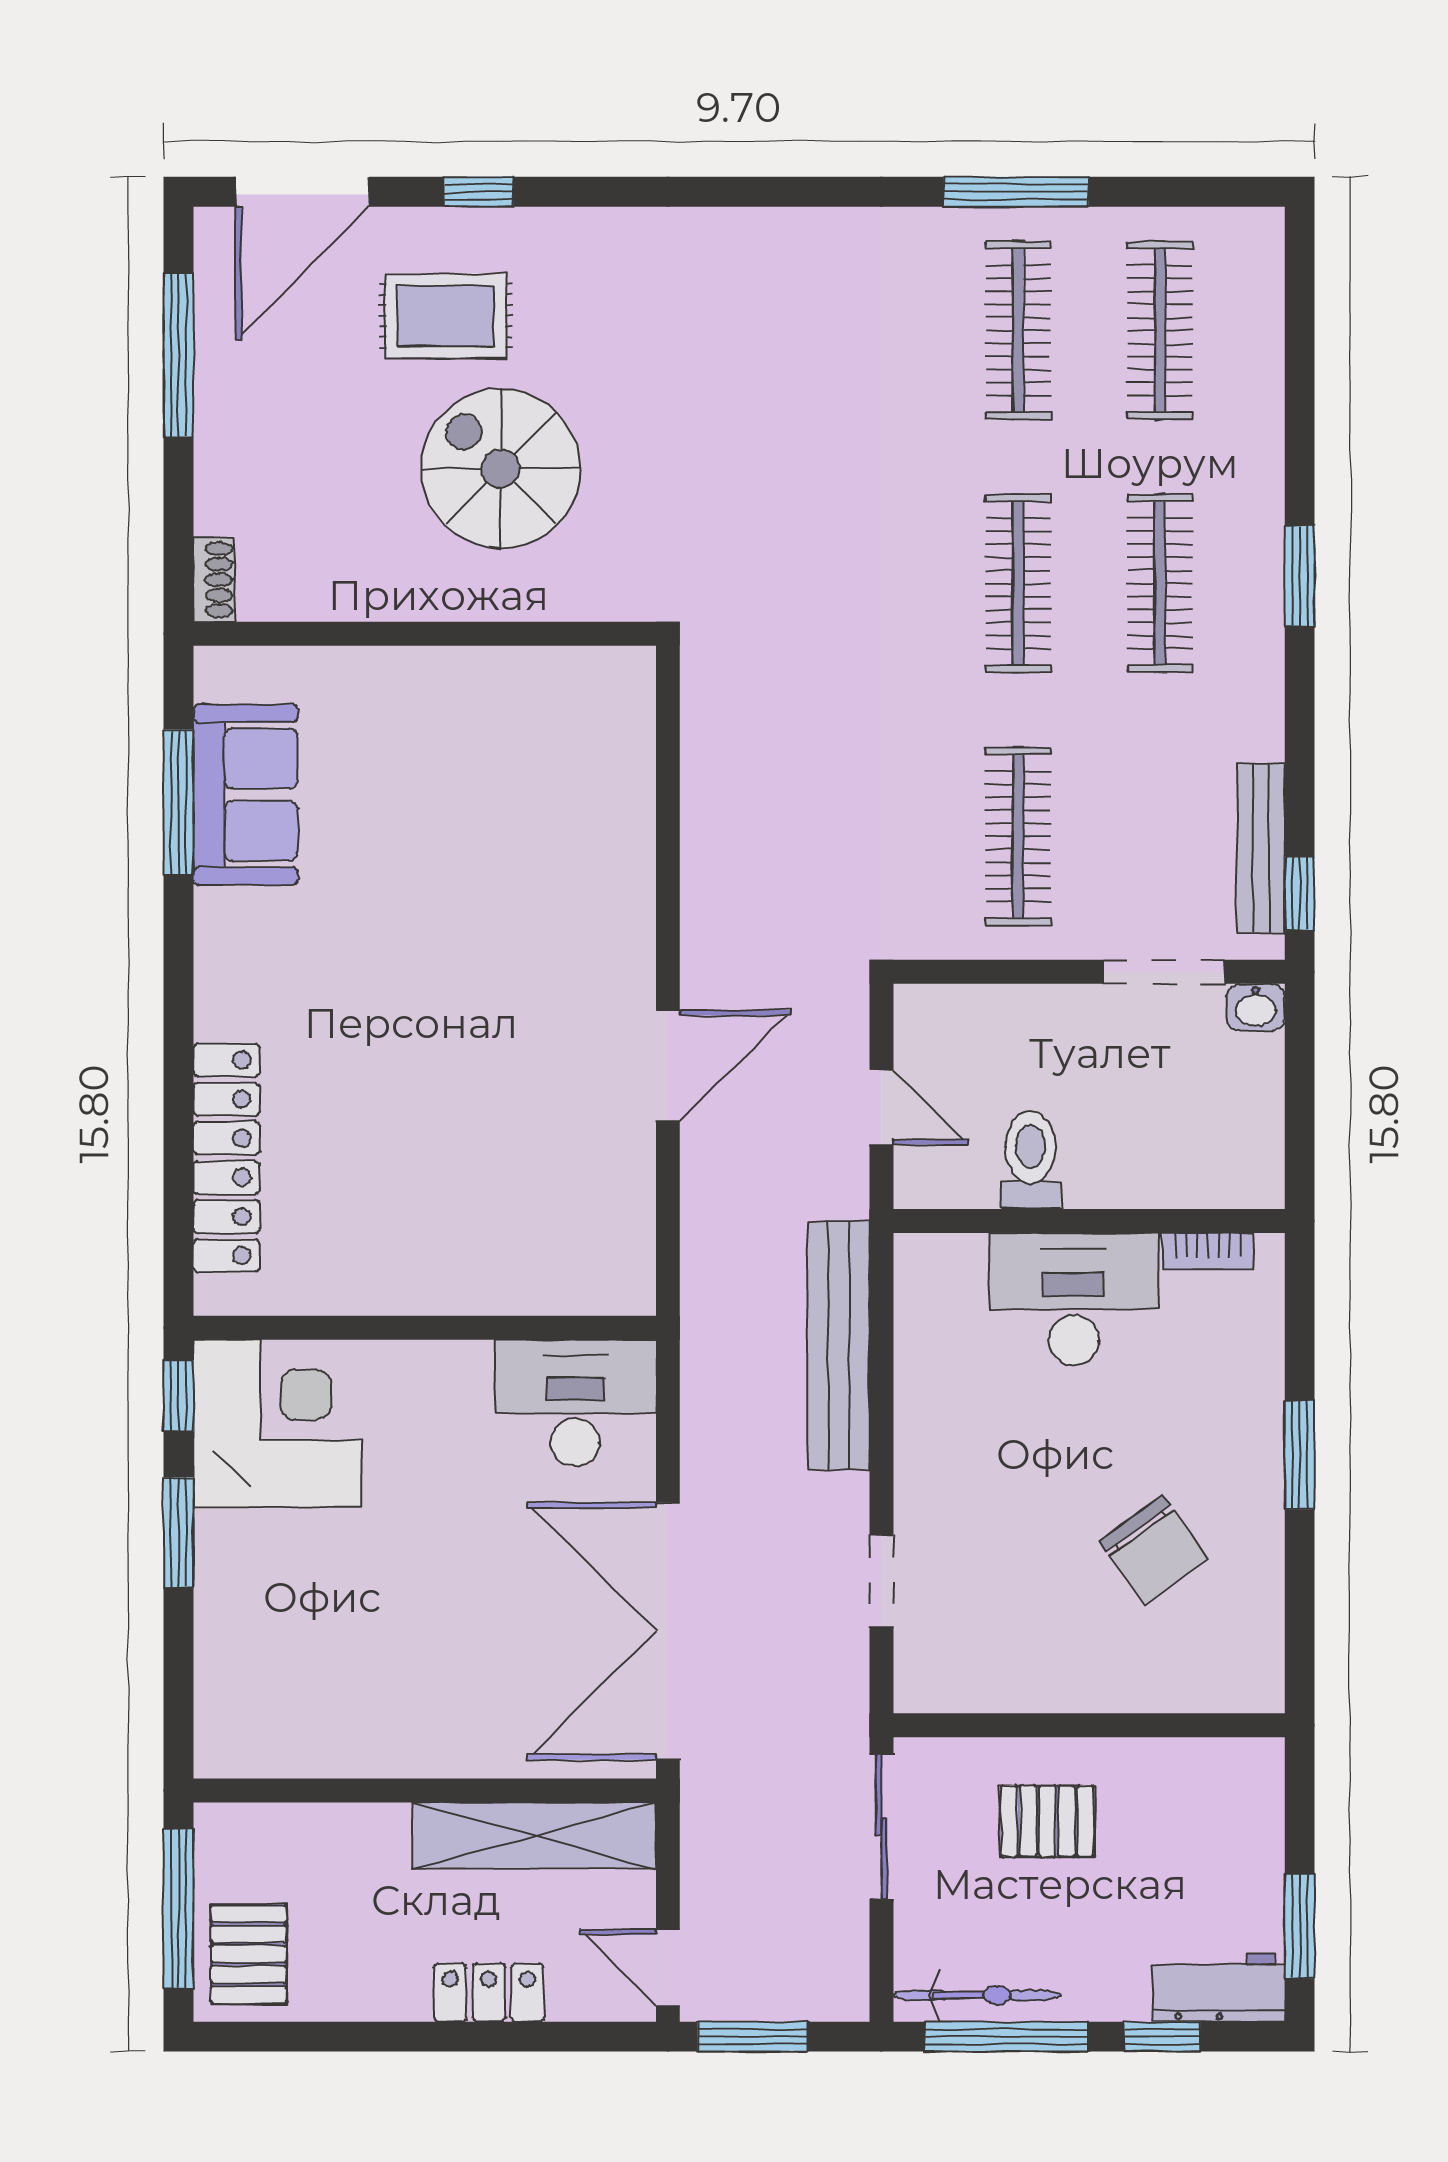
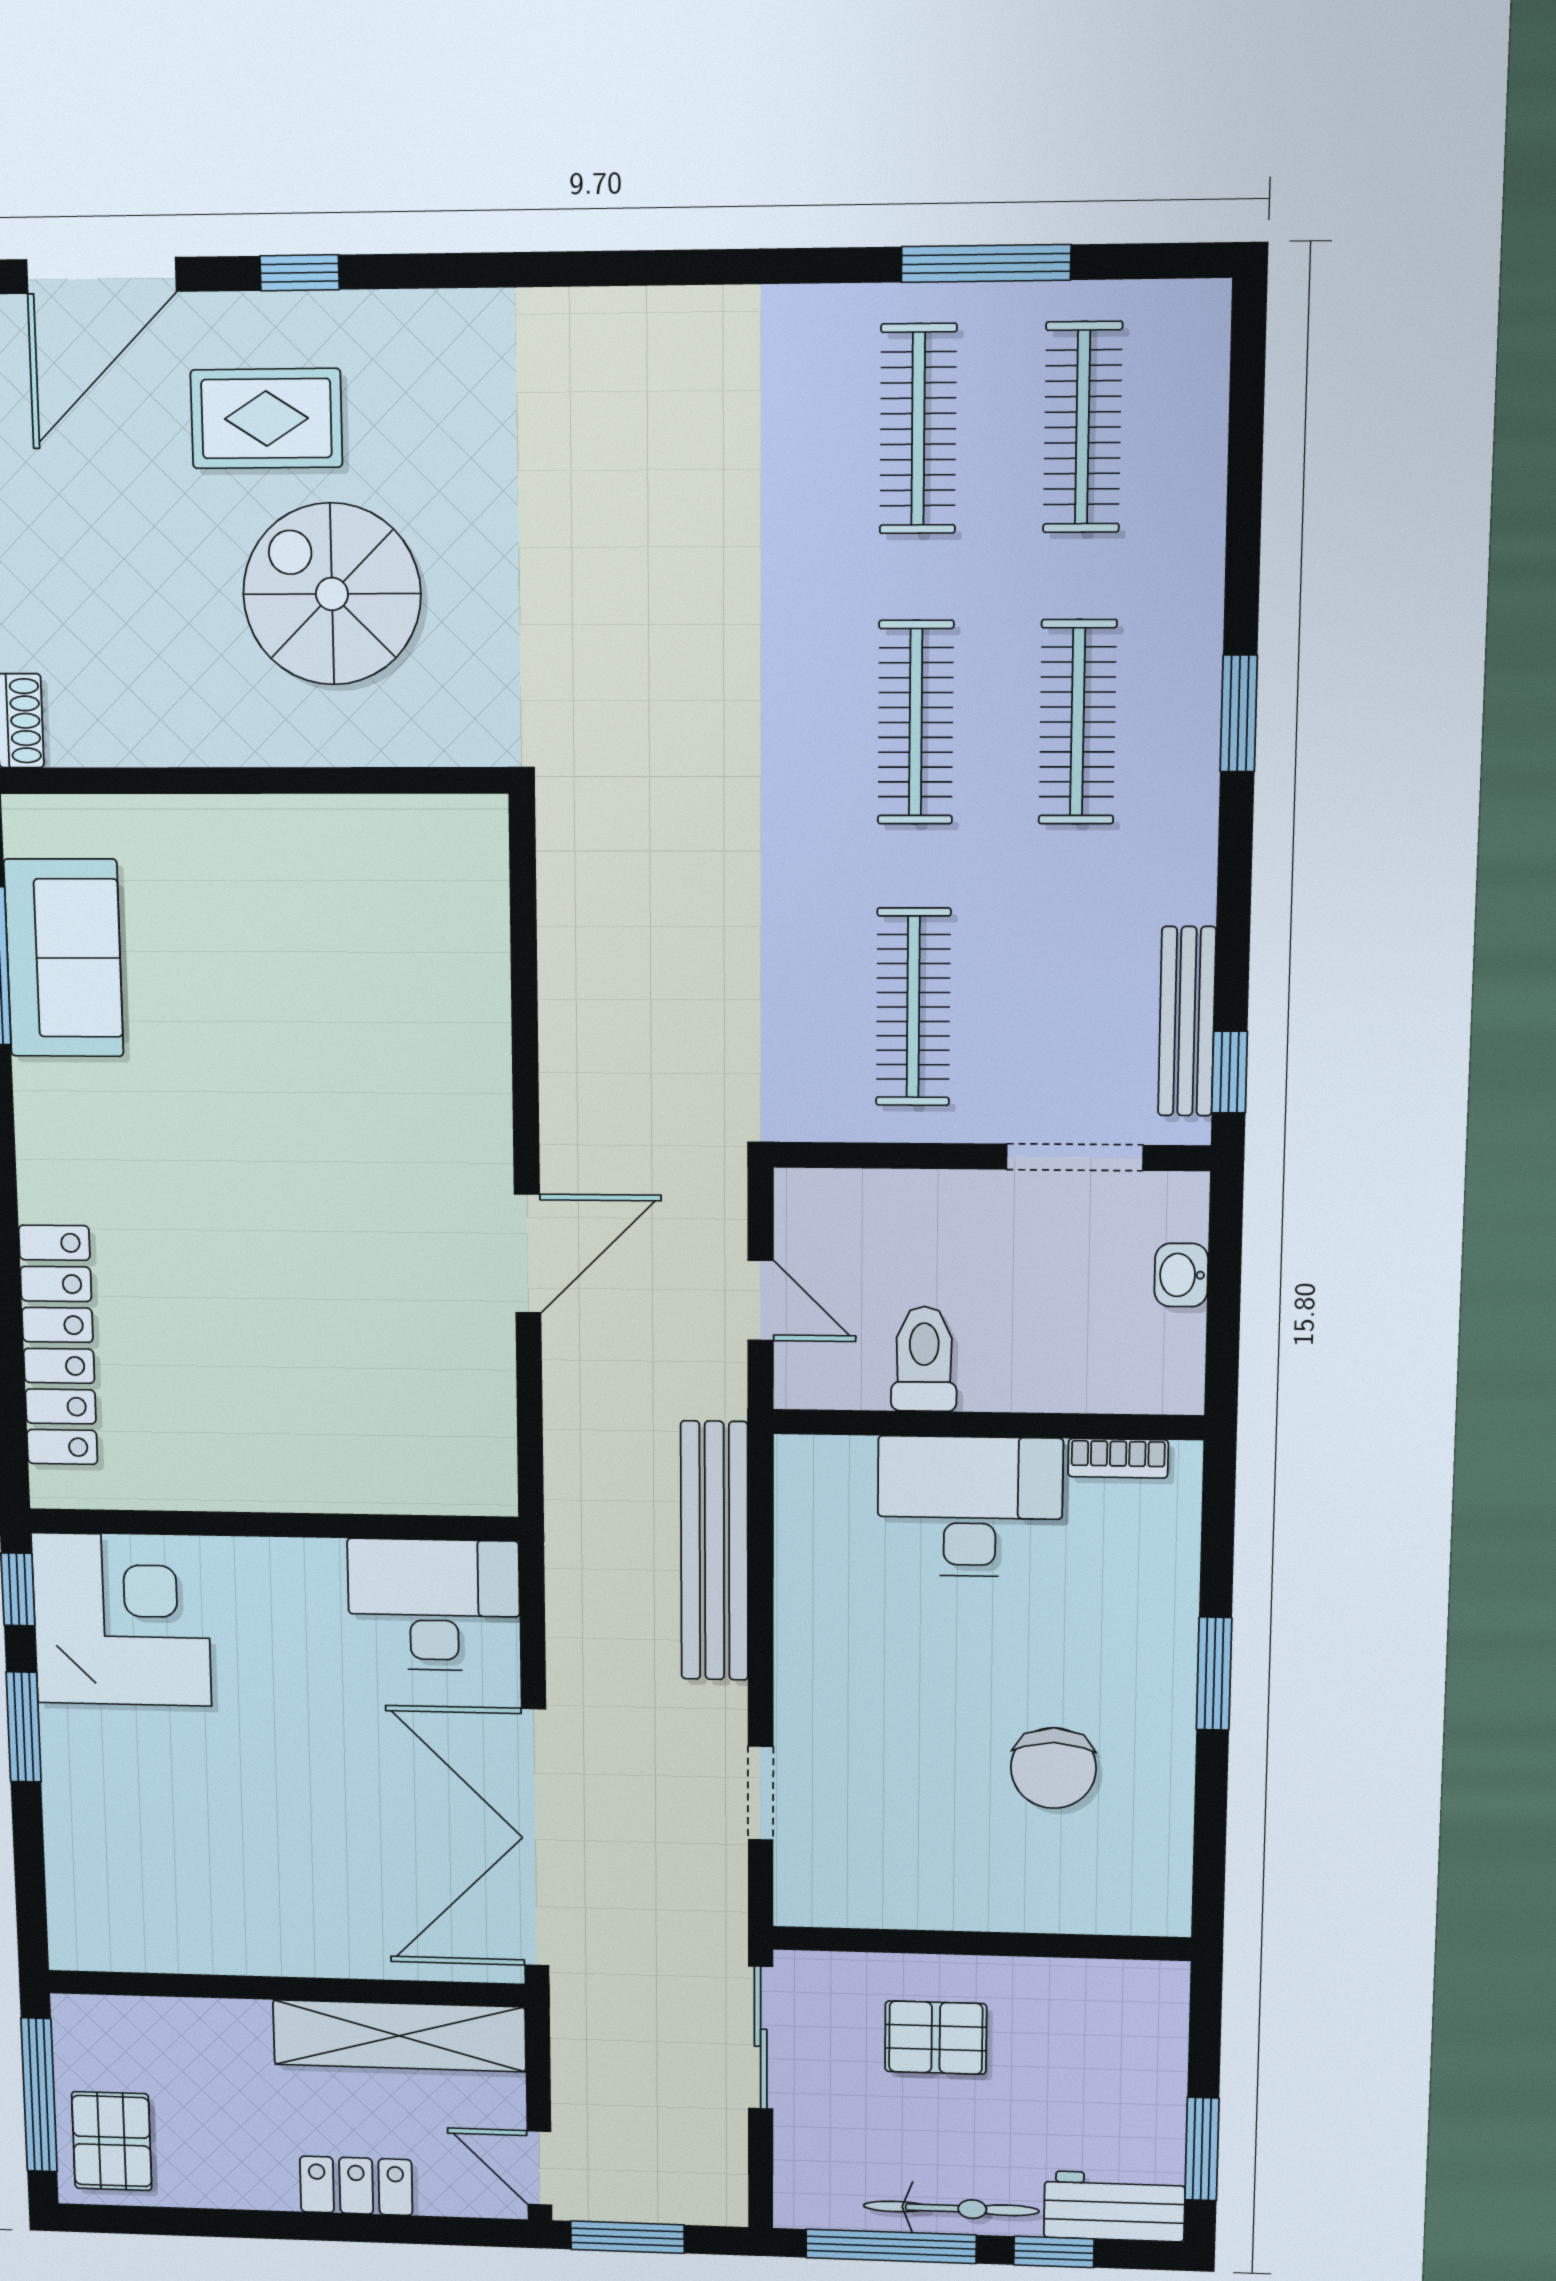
window: (1016, 192) -> (986, 263), moved
washbasin: (1256, 1007) -> (1181, 1275), moved, turned 90
chair: (1154, 1550) -> (1053, 1768), turned 36
bicycle: (977, 1995) -> (951, 2208), moved

